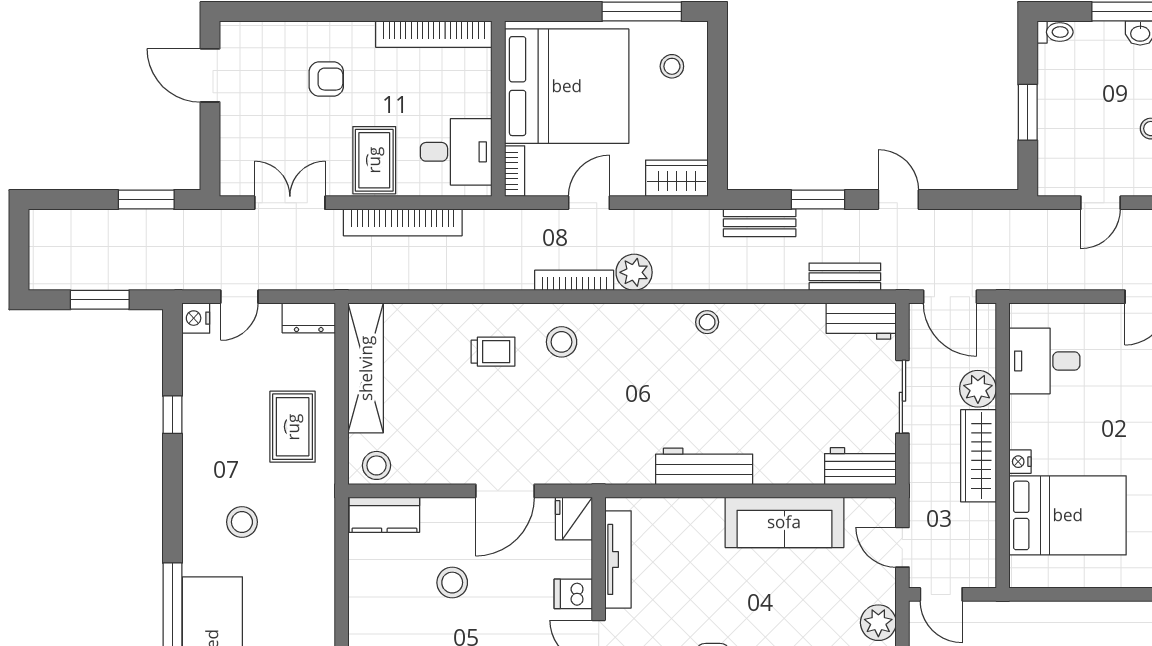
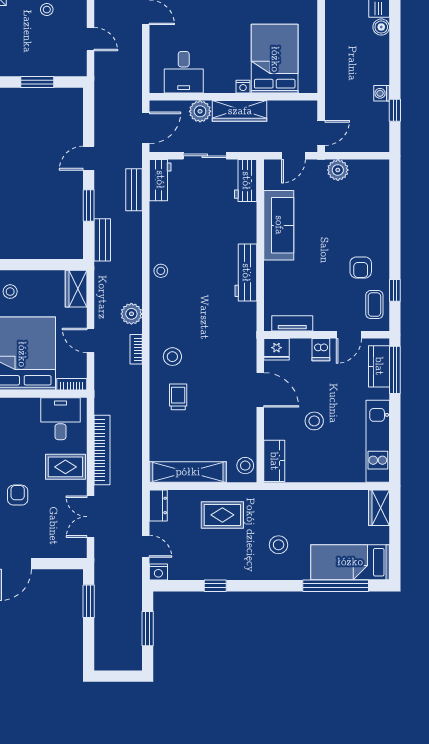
bookcase: (574, 280) -> (136, 349), width x0.64
tv unit: (618, 559) -> (292, 323), width x0.71

